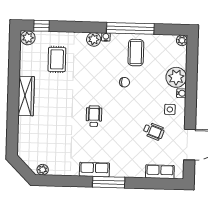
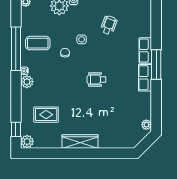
side table: (170, 109) -> (82, 39), moved
row of seats: (160, 172) -> (145, 51), moved

